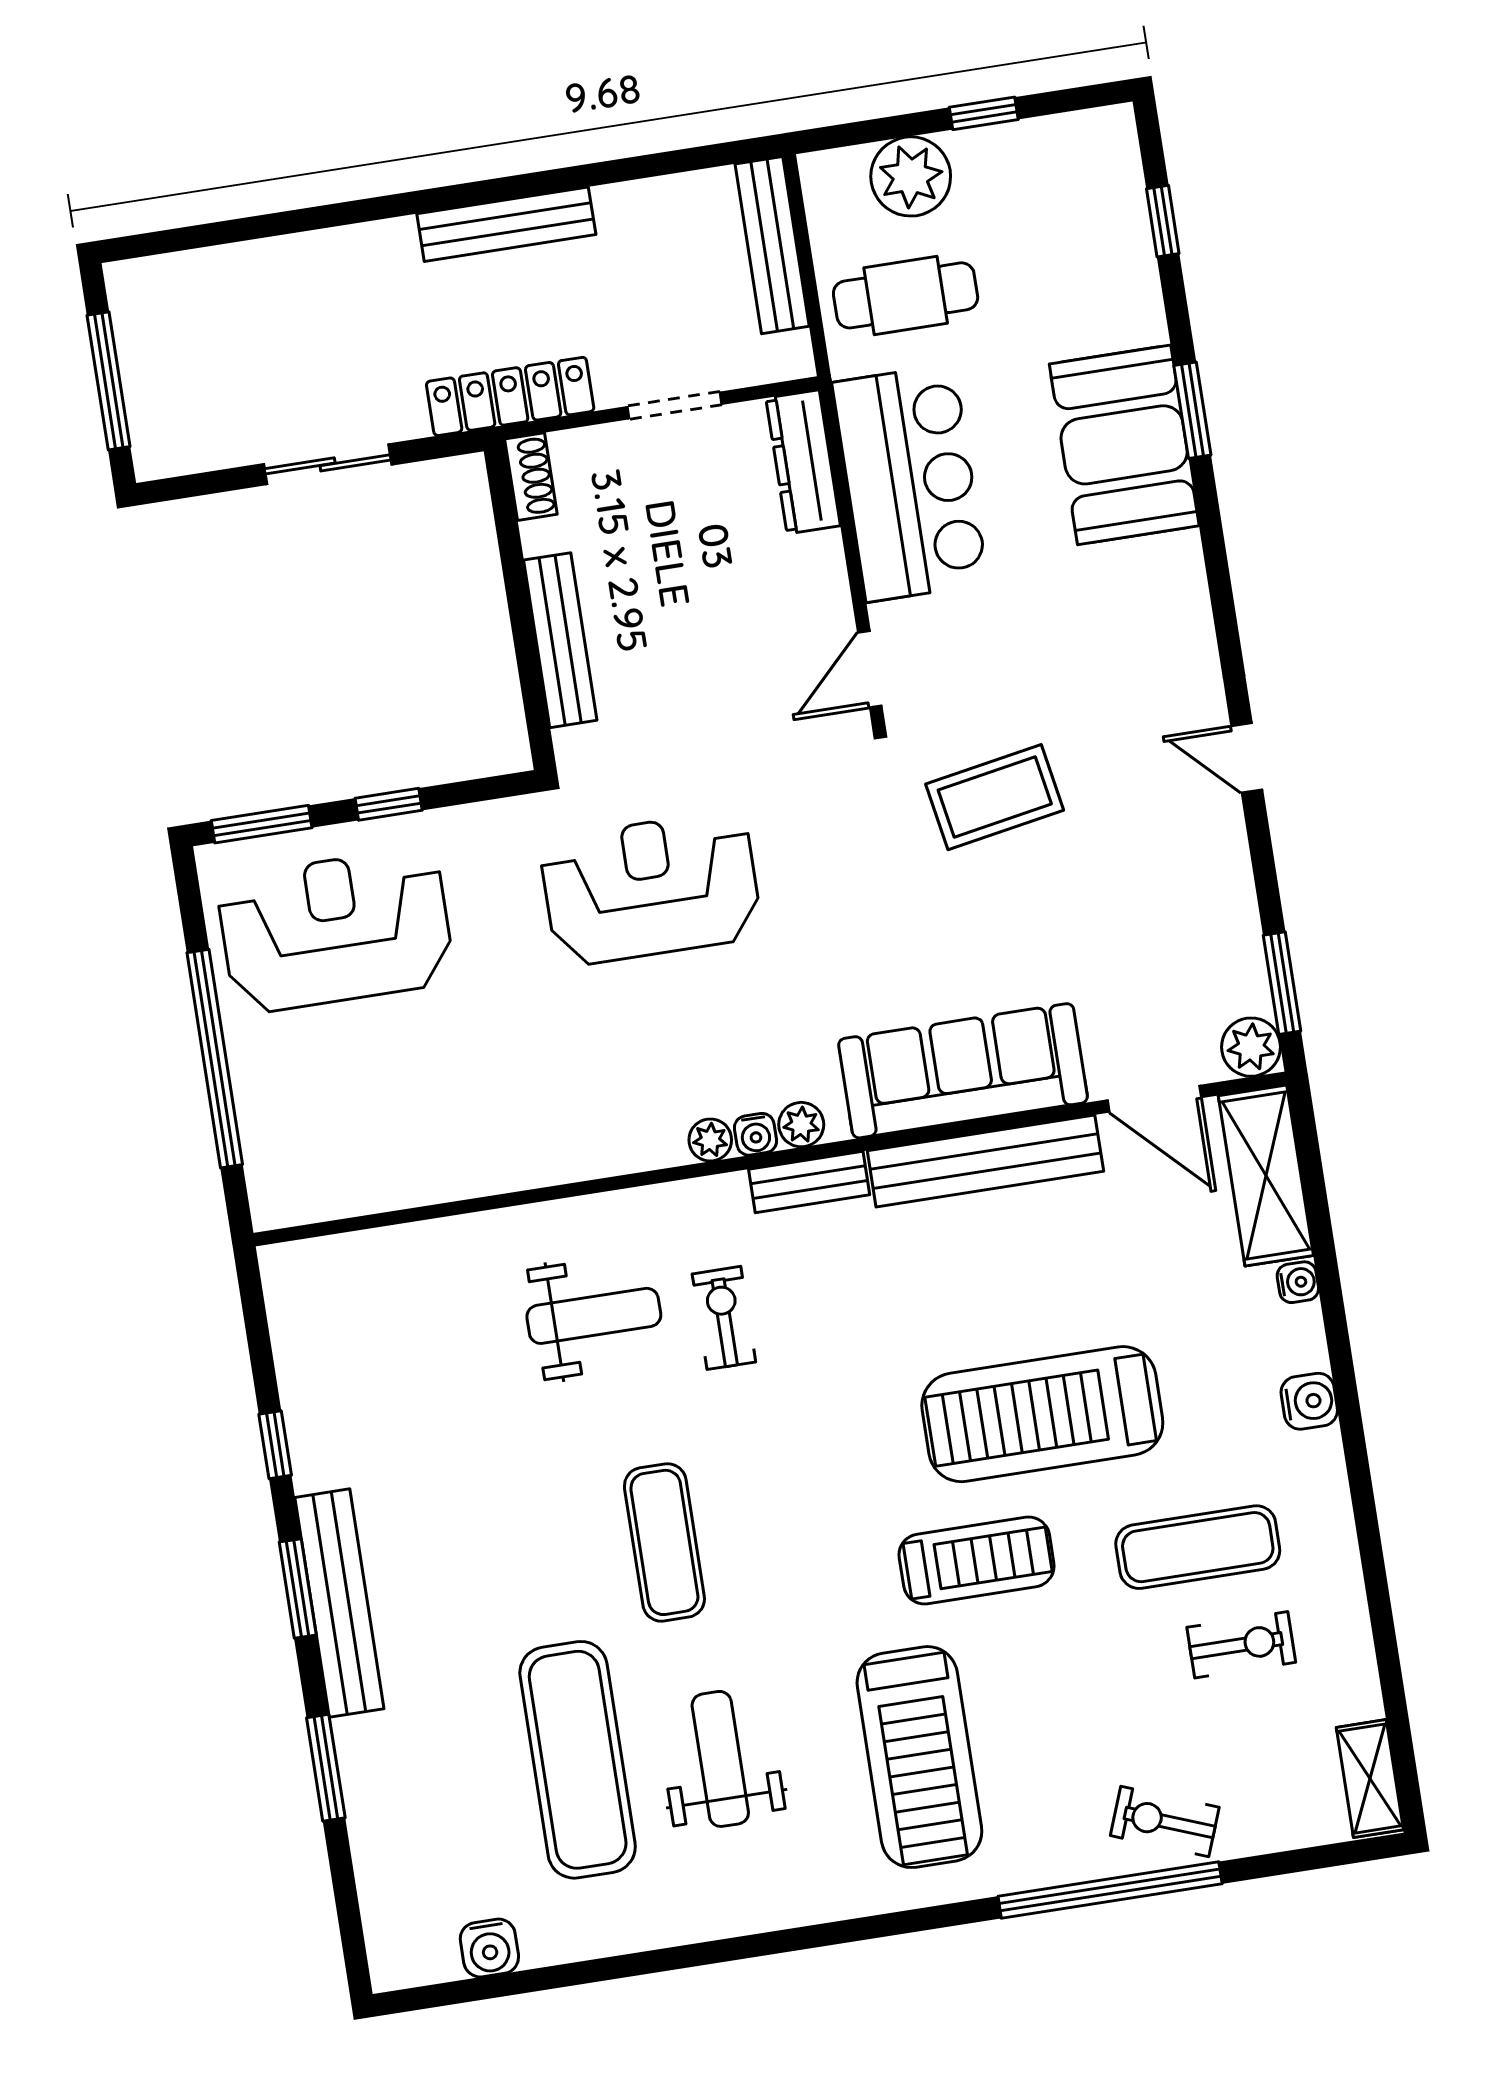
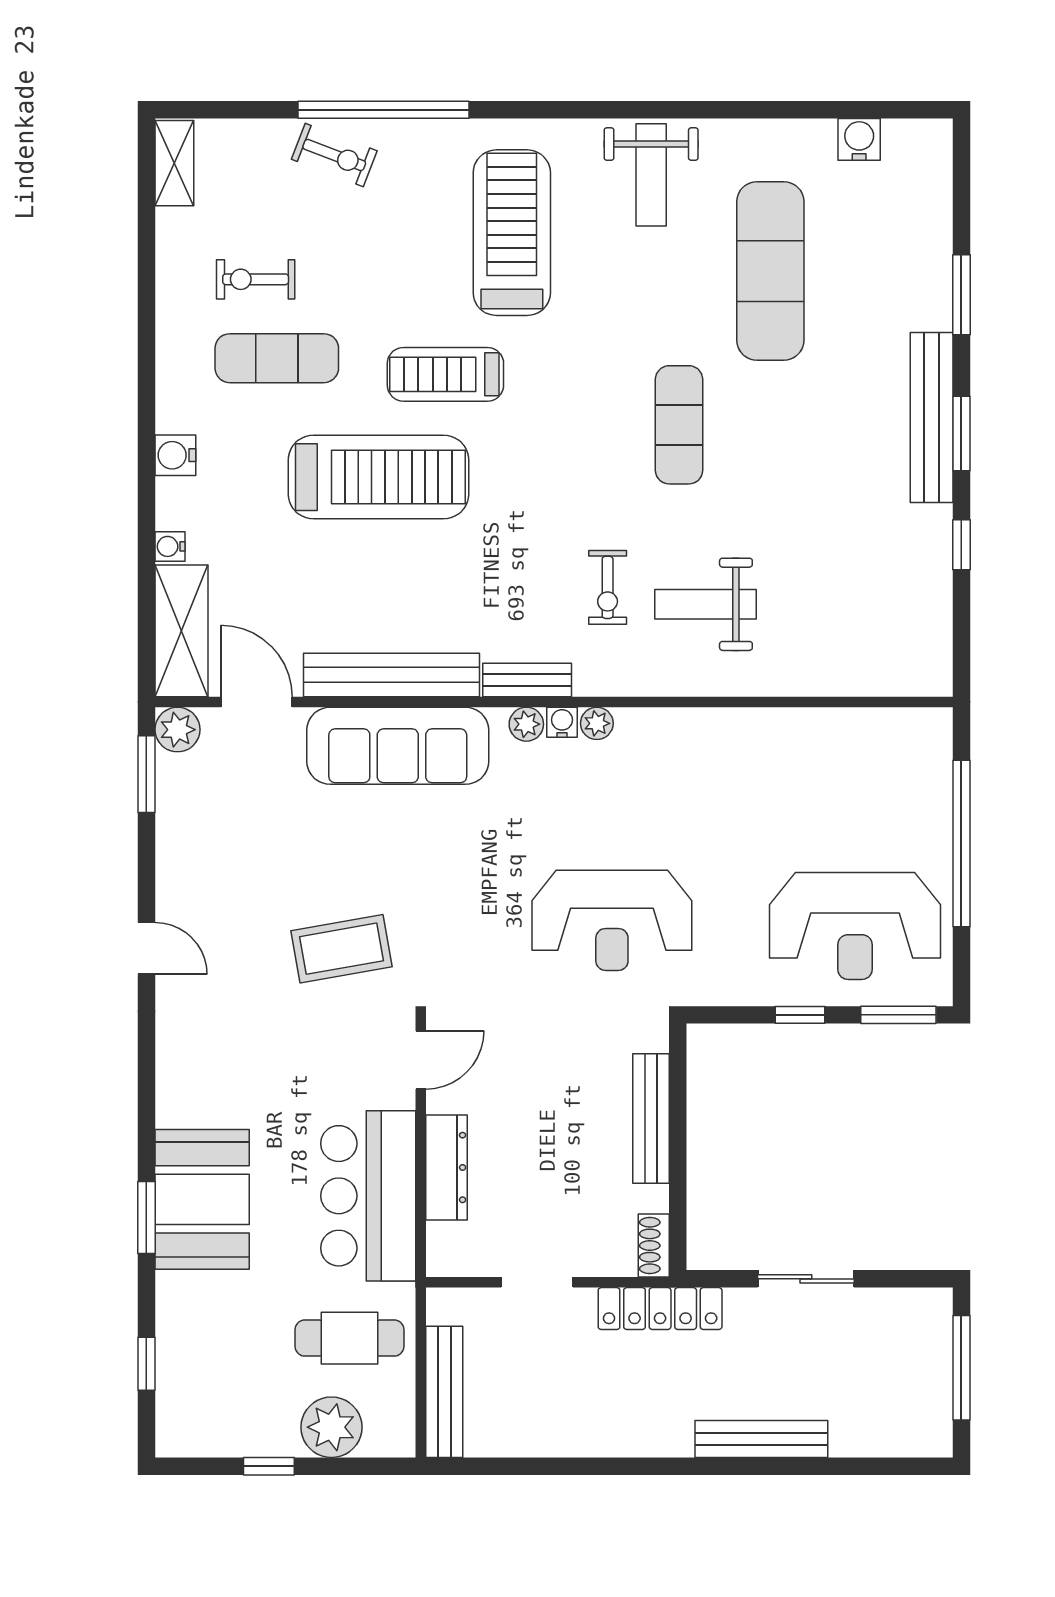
bench: (506, 224) -> (761, 1439), moved
dresser: (803, 462) -> (446, 1167), moved
weight bench: (720, 1759) -> (651, 175), moved

